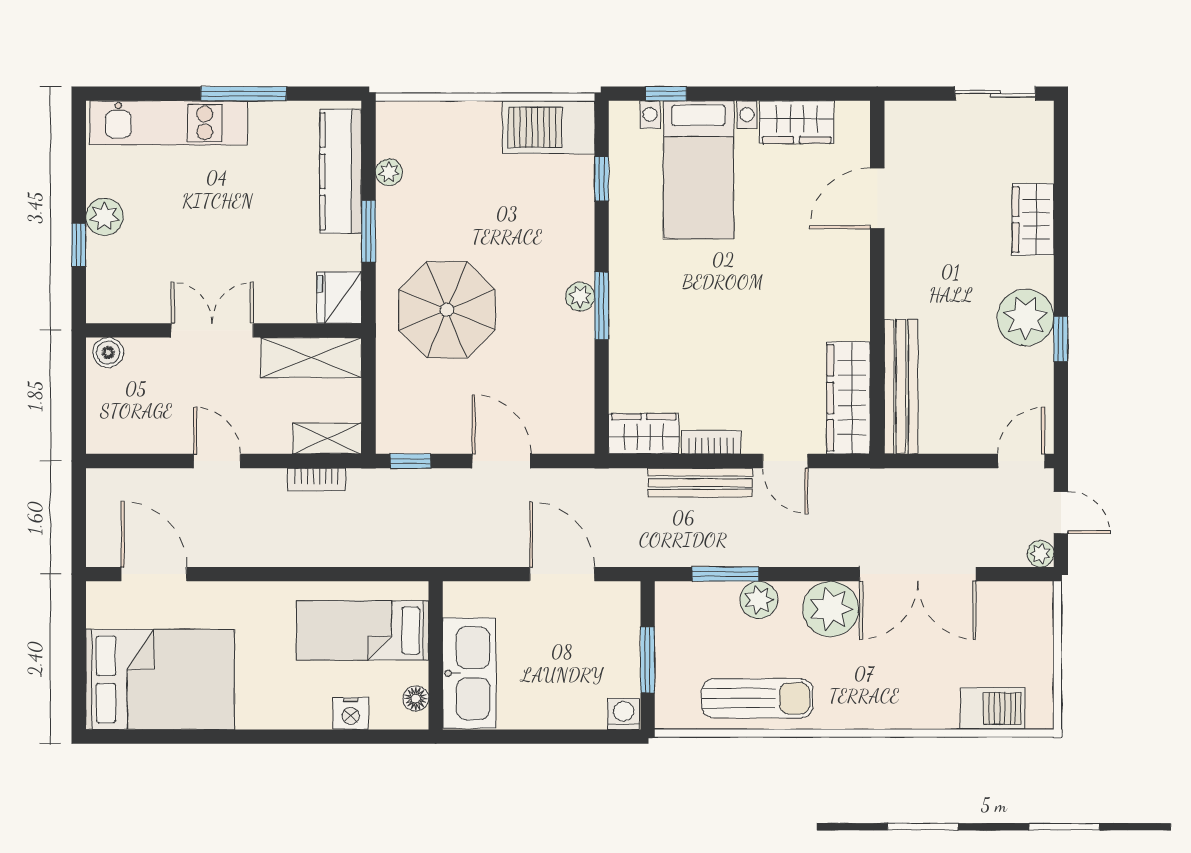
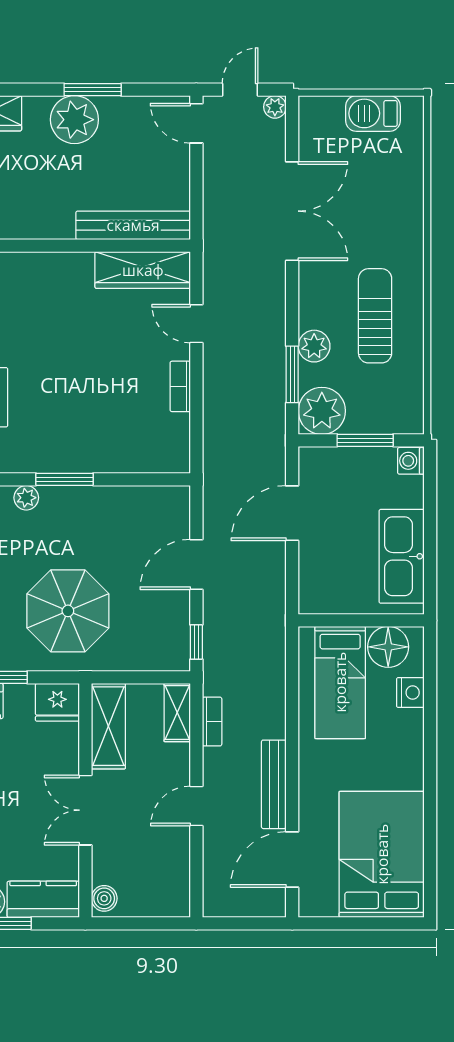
kitchen counter: (107, 281) -> (43, 899), added
plant: (580, 297) -> (26, 498), moved
window: (1061, 339) -> (93, 90), width x1.50
wardrobe: (644, 434) -> (173, 444), removed
door: (785, 461) -> (196, 324), swing flipped
bench: (700, 483) -> (274, 784), moved
plant: (831, 609) -> (322, 411), moved
kitchen sink: (469, 673) -> (402, 556), moved, turned -90
floor lamp: (416, 698) -> (388, 647), width x1.89, depth x1.89
sun lounger: (757, 698) -> (375, 316), moved
barbecue: (993, 708) -> (373, 113), moved, turned -90

